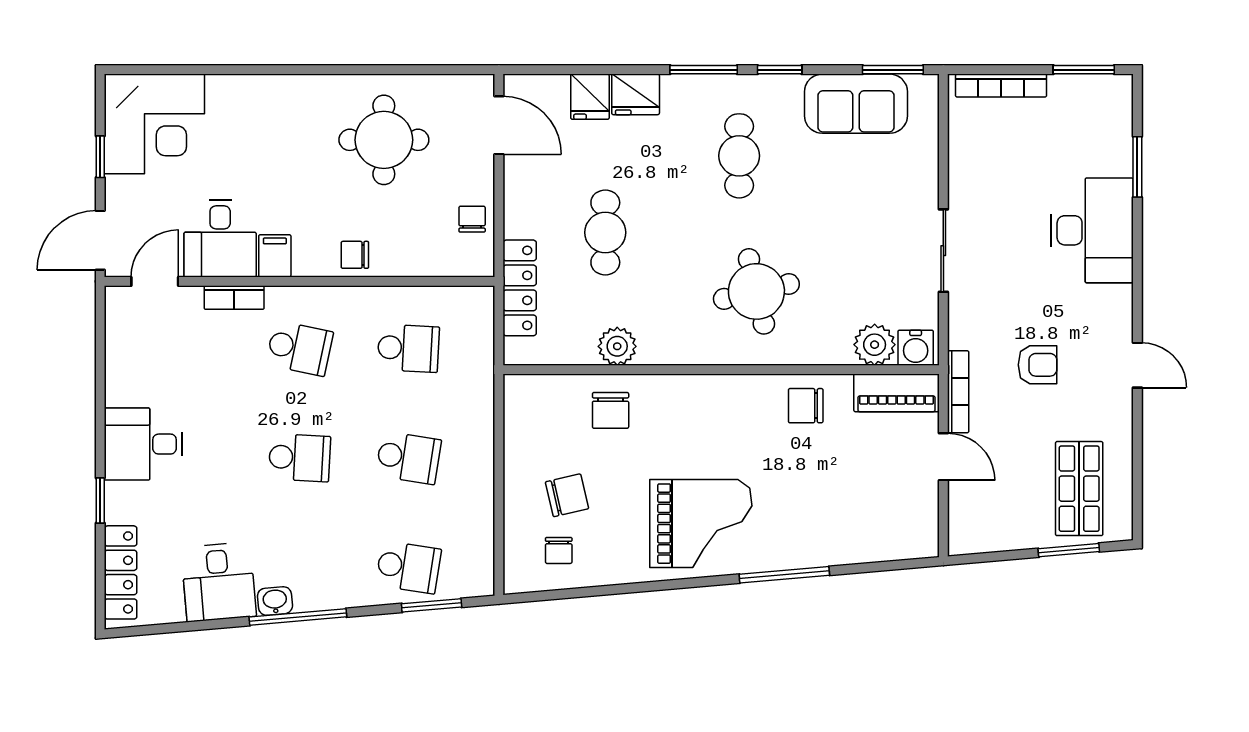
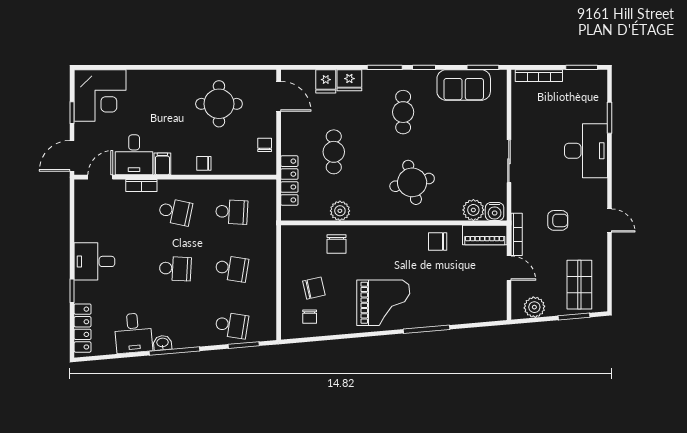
plant: (992, 532) -> (534, 307), added

